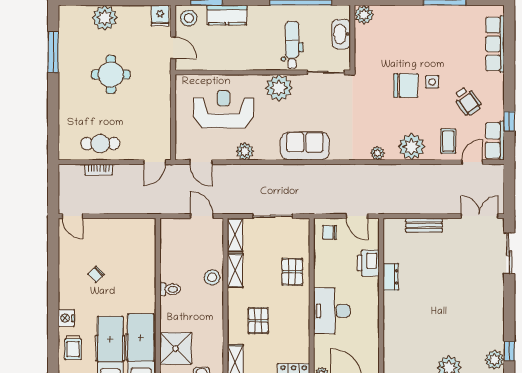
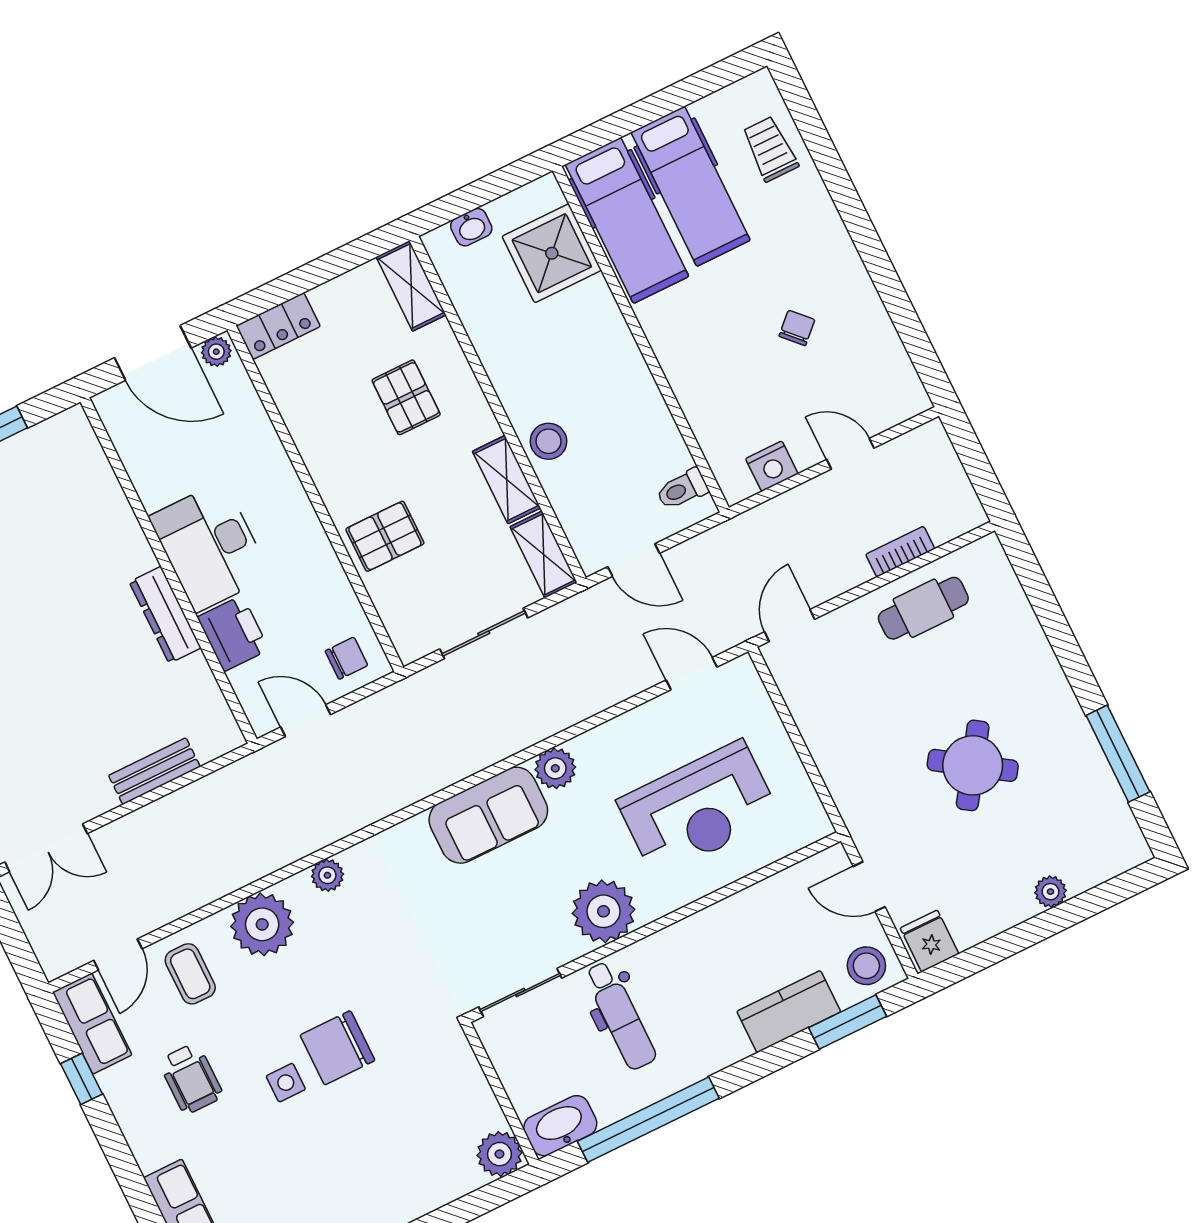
plant: (105, 18) -> (1050, 892), width x0.53, depth x0.53
washbasin: (341, 34) -> (560, 1126), moved, turned -90
round table: (111, 74) -> (973, 765), turned 34
wheelchair: (467, 101) -> (191, 1078), turned -145
plant: (245, 151) -> (555, 768), moved
door: (73, 216) -> (850, 454), moved
pallet: (292, 272) -> (385, 536), turned 90
dresser: (391, 277) -> (165, 615), width x1.44
toilet: (170, 289) -> (682, 489), moved
desk: (332, 311) -> (210, 546), moved, turned 180
nightstand: (66, 318) -> (772, 466), moved, turned 90

